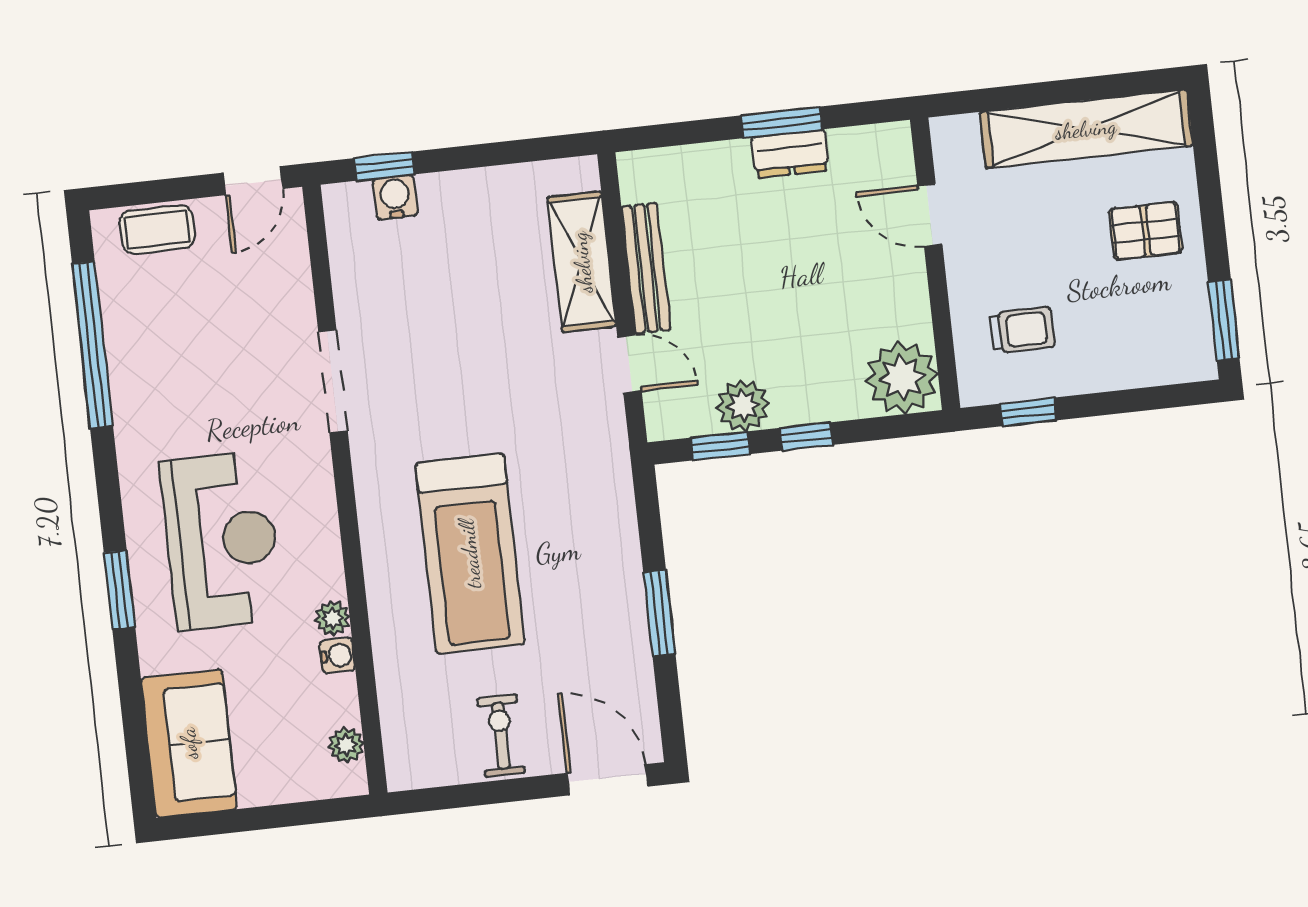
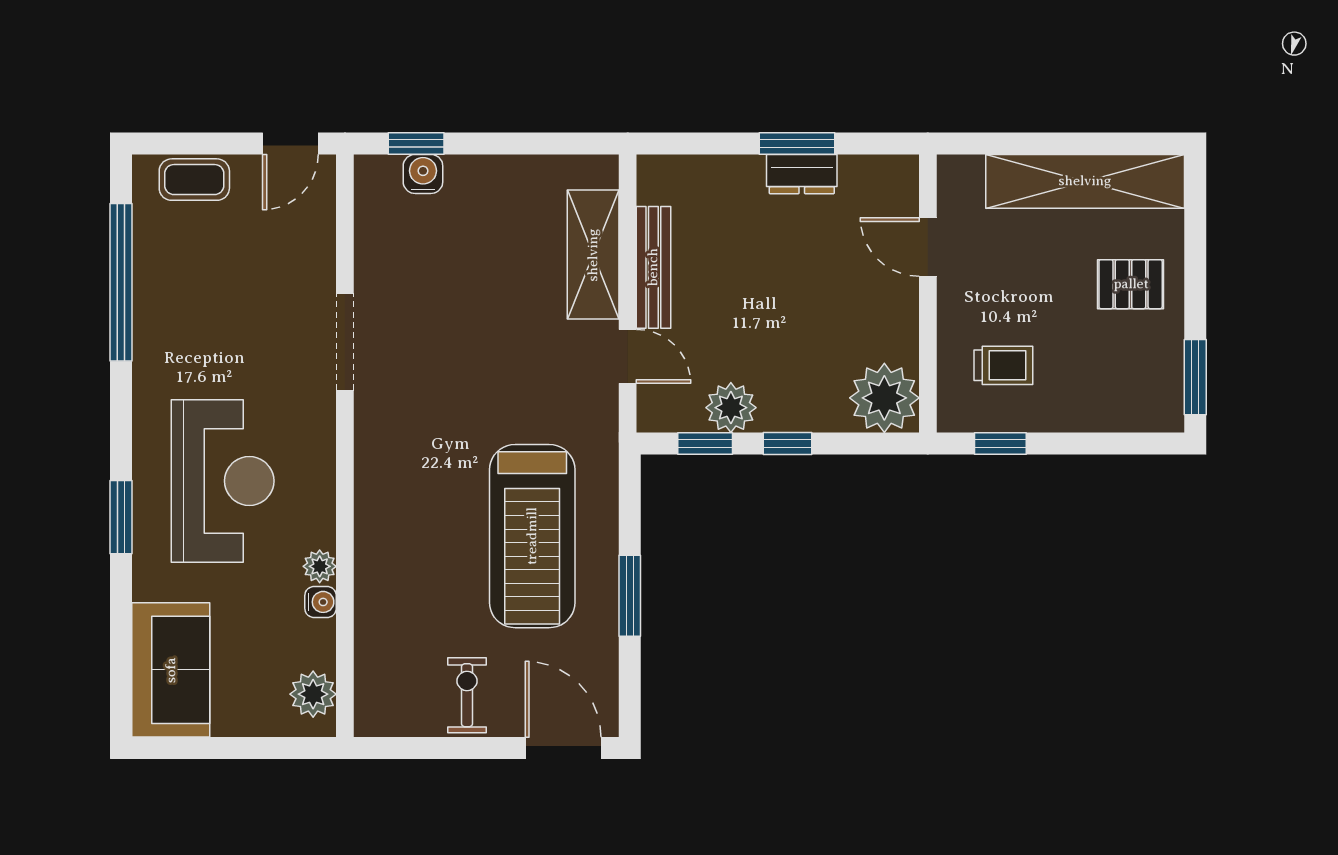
treadmill: (470, 554) -> (532, 536), moved
plant: (346, 745) -> (313, 694), width x1.38, depth x1.38

